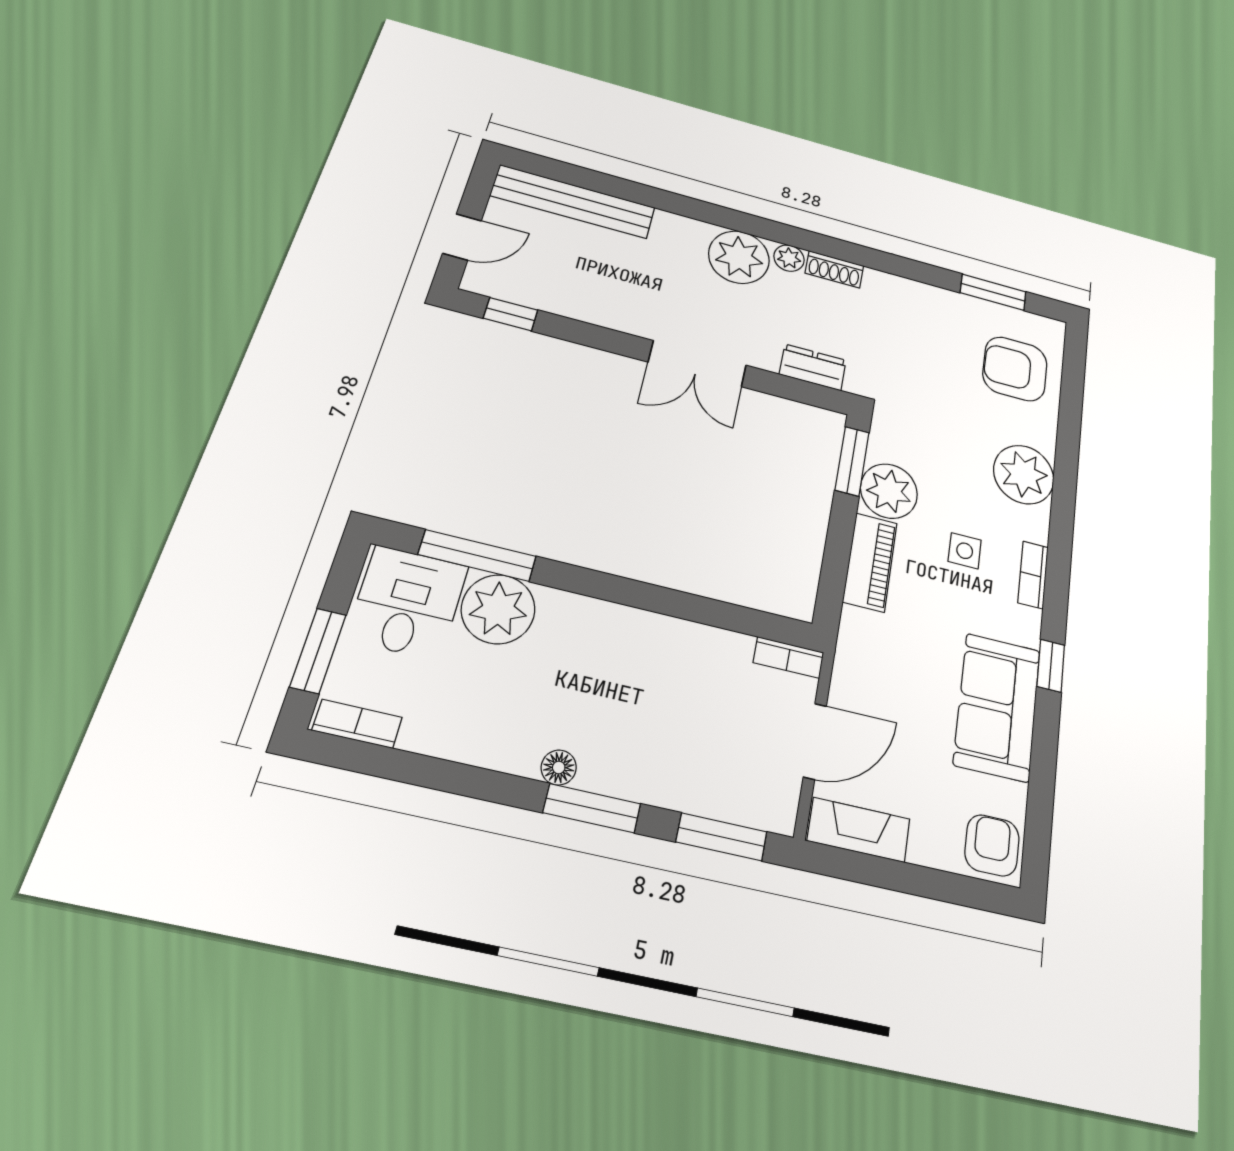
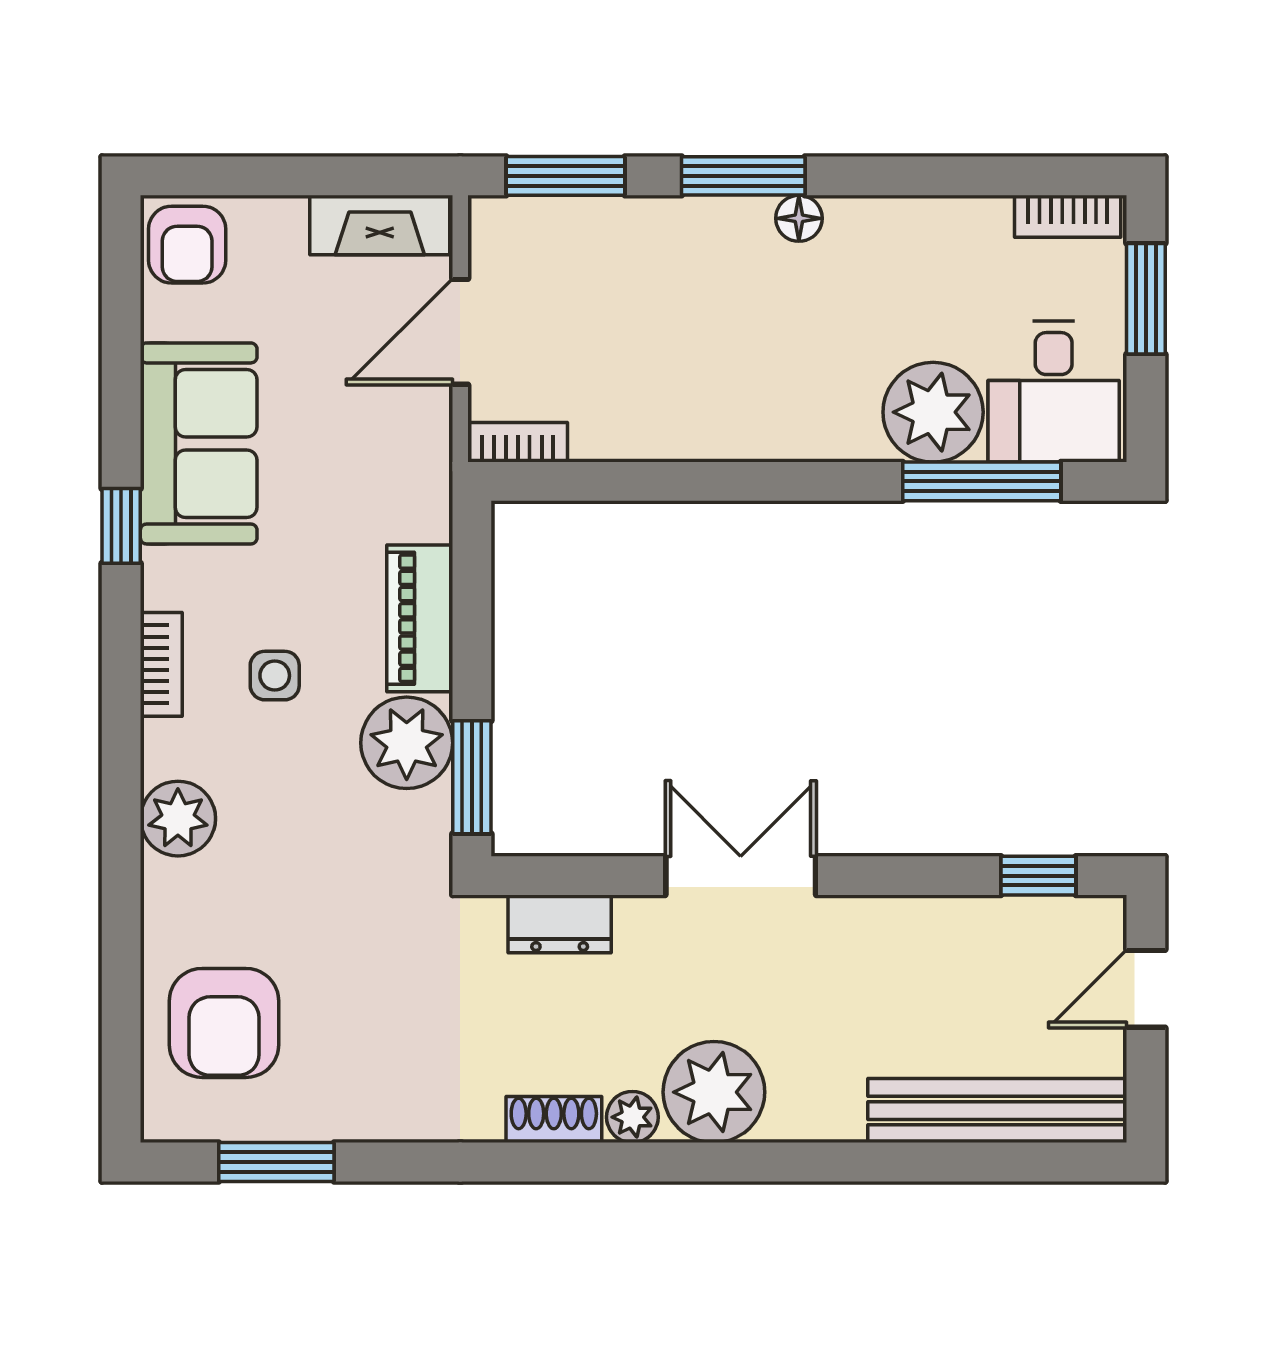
armchair: (1015, 369) -> (224, 1023), turned 90
plant: (1024, 474) -> (178, 819), width x0.73, depth x0.73

